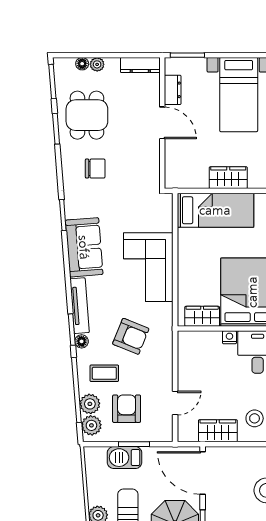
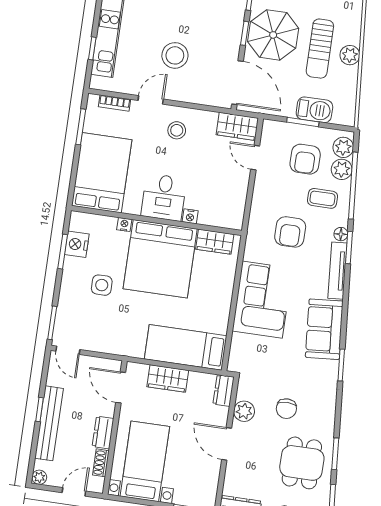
dresser: (173, 90) -> (224, 390), moved
plant: (150, 157) -> (244, 411), added
chair: (95, 169) -> (286, 409), moved, turned -90
armchair: (131, 336) -> (290, 232), turned -112
door: (175, 403) -> (255, 158), hinge flipped
wardrobe: (218, 431) -> (237, 126), moved

